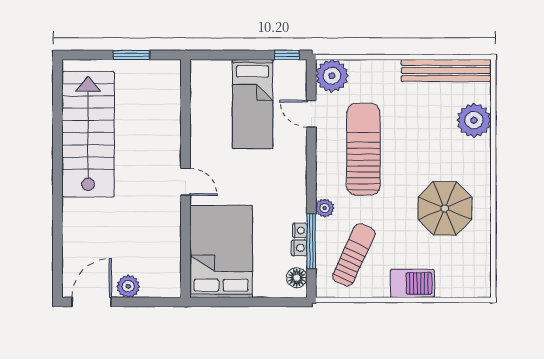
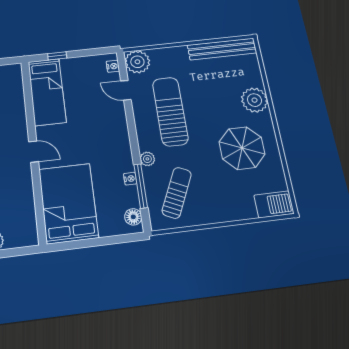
window: (287, 55) -> (57, 56), moved
bed: (253, 104) -> (47, 92), moved
plant: (474, 120) -> (255, 100), moved
nightstand: (299, 248) -> (113, 66), moved
barbecue: (412, 283) -> (274, 204), moved

